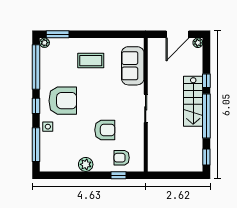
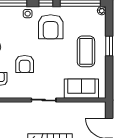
window: (58, 34) -> (109, 46), moved
coffee table: (91, 61) -> (86, 51), width x1.36, depth x1.32

